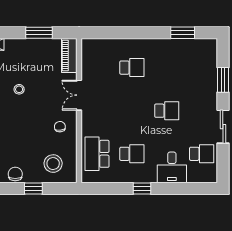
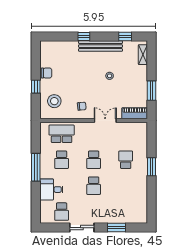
window: (183, 33) -> (152, 167), moved
school desk: (132, 68) -> (126, 160), turned 180
school desk: (132, 111) -> (94, 160), added
window: (142, 189) -> (36, 167), width x2.17

